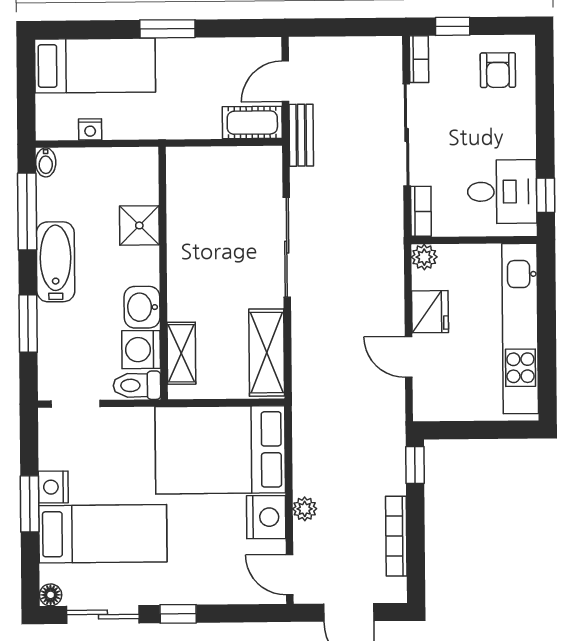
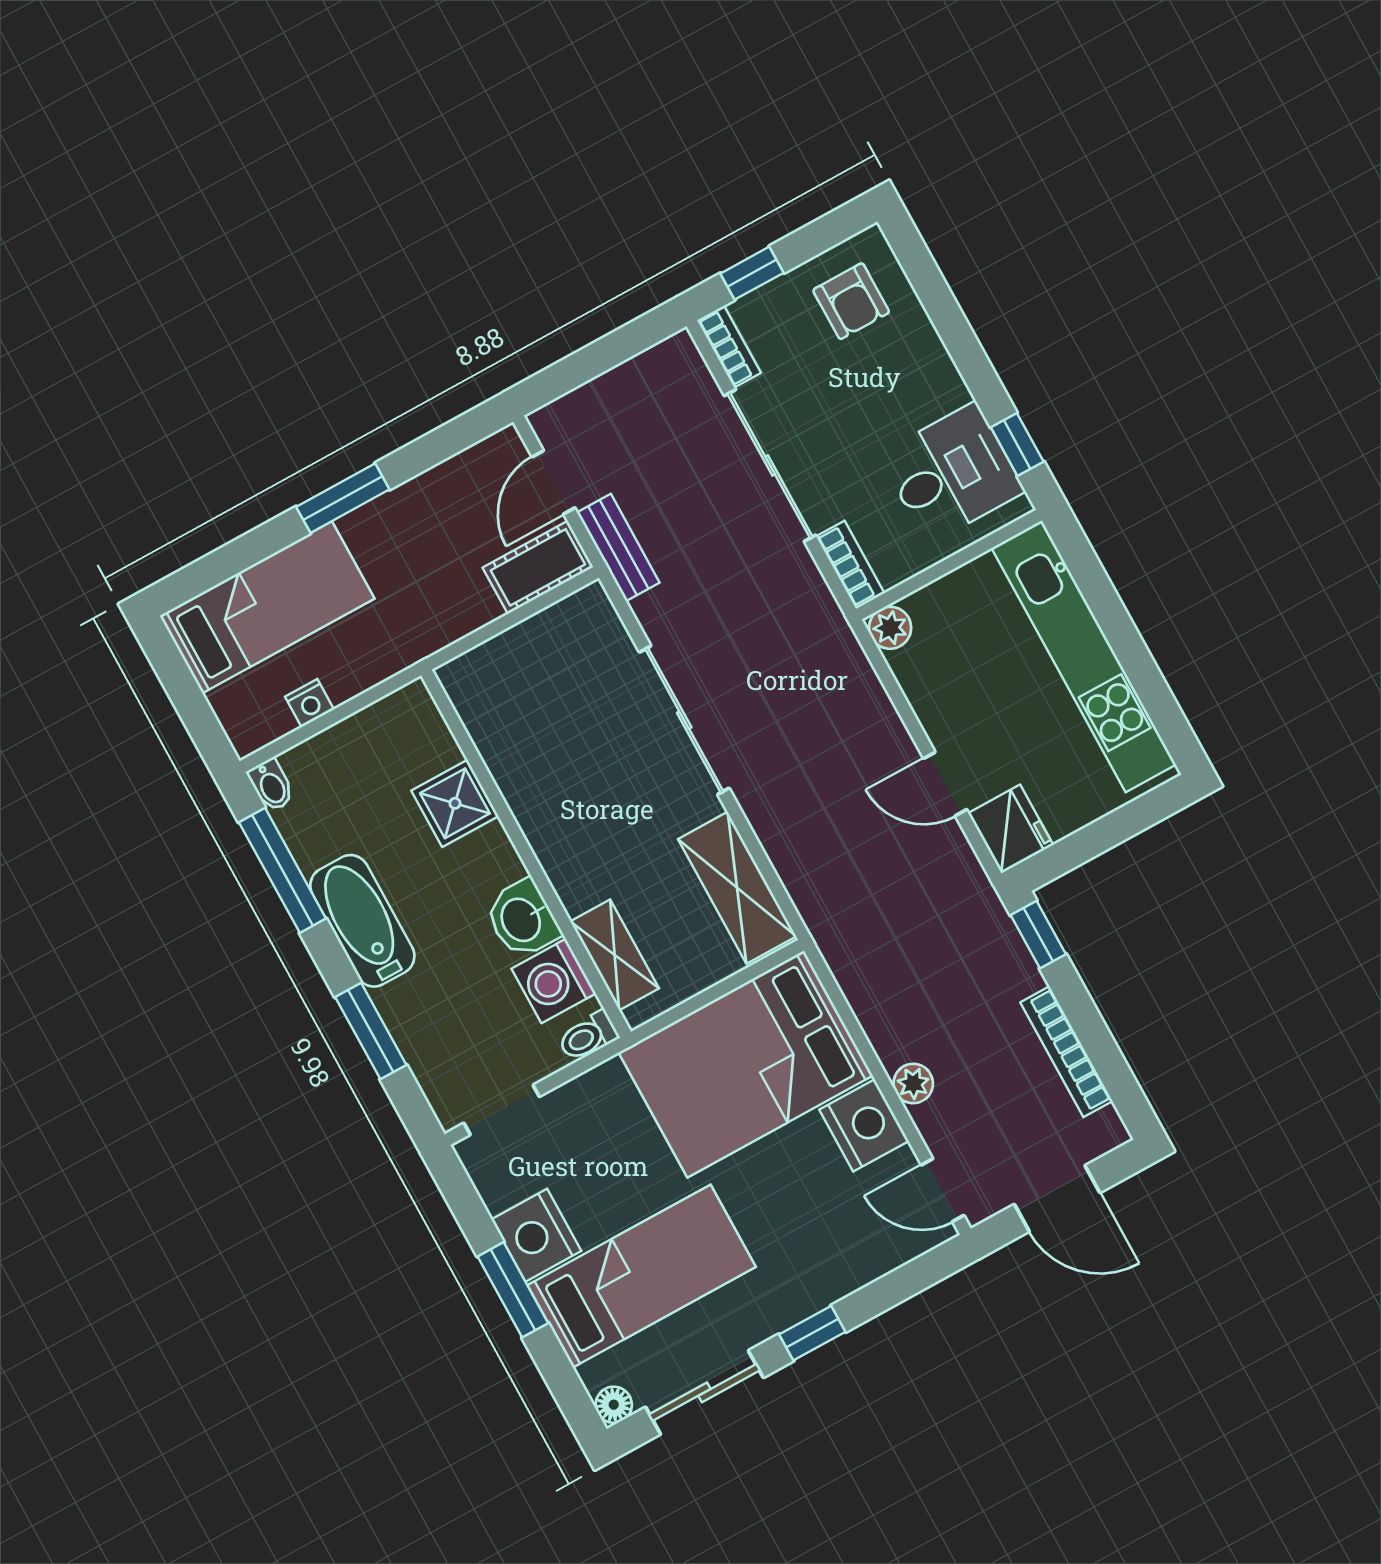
fridge: (430, 312) -> (1011, 829), moved
toilet: (137, 385) -> (588, 1036), width x0.73, depth x0.72
nightstand: (53, 487) -> (536, 1235), width x1.36, depth x1.33

